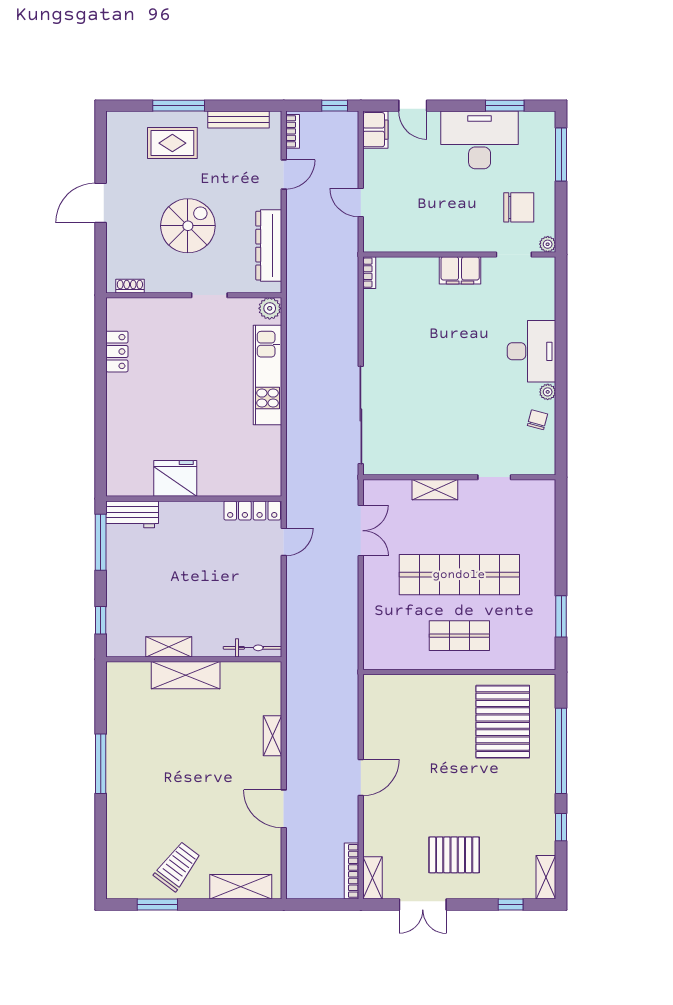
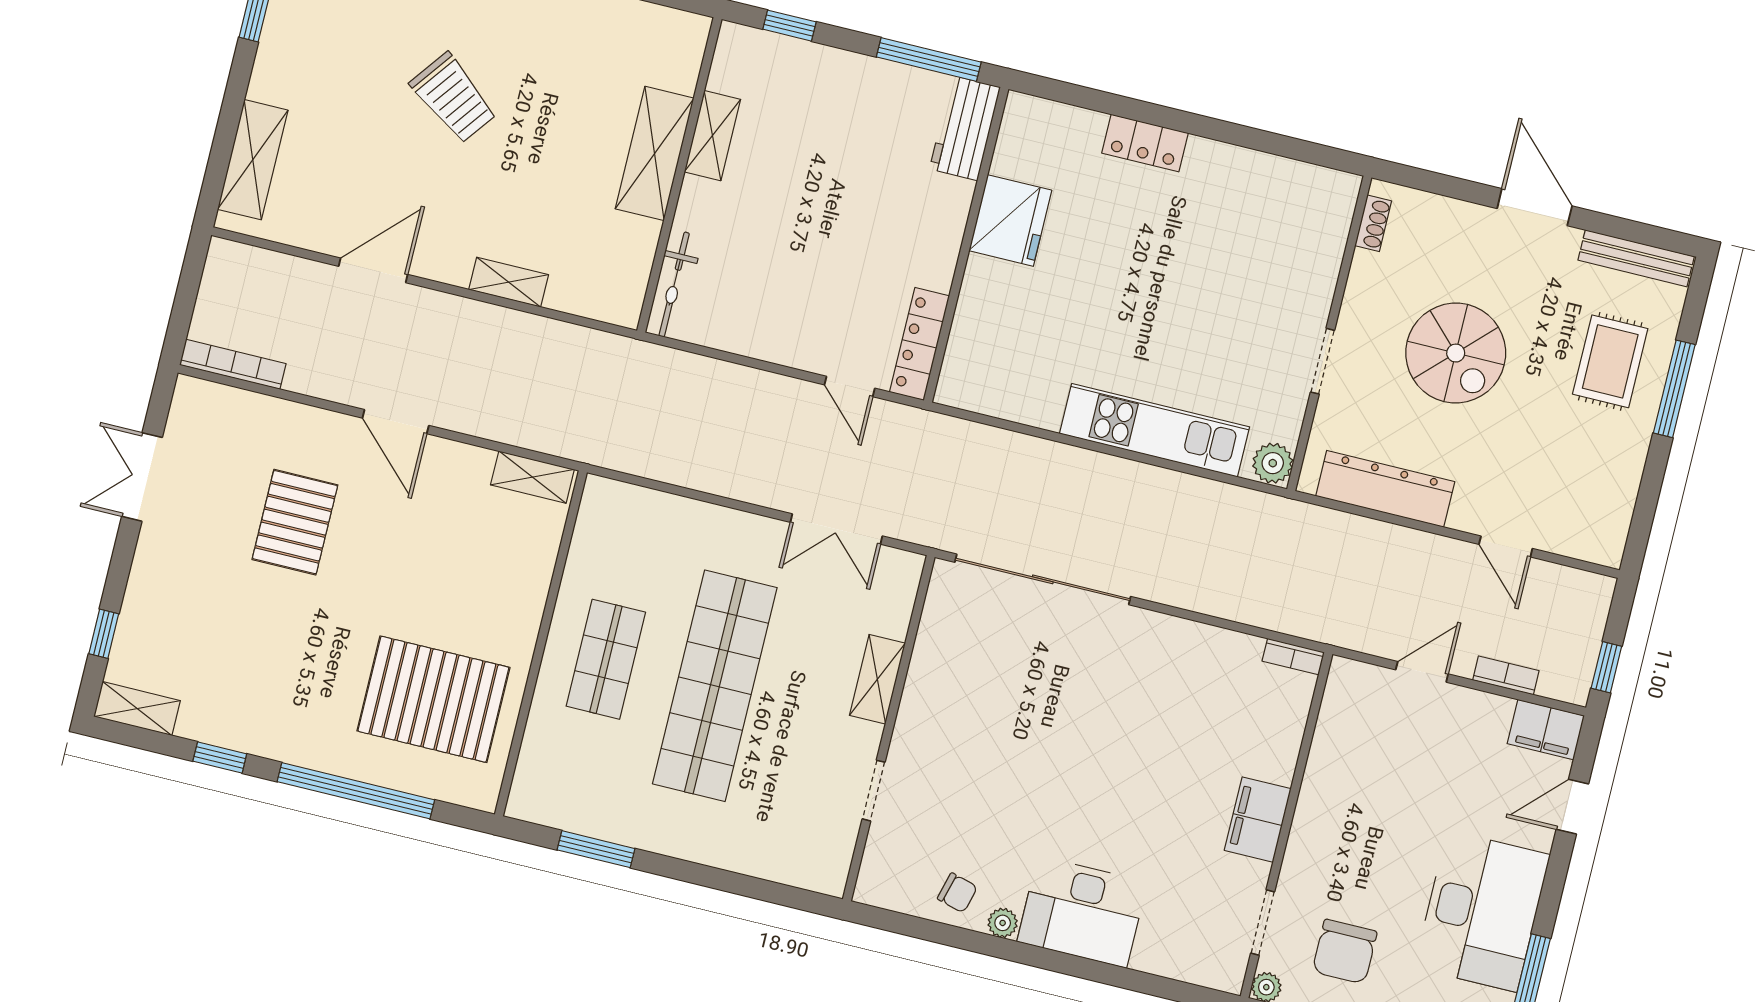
bench: (238, 120) -> (1636, 258), moved, turned 90
bookcase: (293, 131) -> (1506, 675), moved, turned 180
locker: (117, 352) -> (1145, 143), moved
pallet: (454, 855) -> (295, 522), moved
trolley: (177, 866) -> (454, 98), moved
shelving: (373, 878) -> (532, 477), moved

